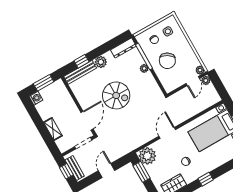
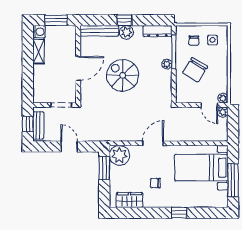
window: (81, 61) -> (124, 20), moved
door: (193, 81) -> (209, 105), hinge flipped
spiral stairs: (116, 95) -> (123, 75), turned 180
door: (87, 121) -> (78, 68), moved
shelving: (53, 129) -> (39, 51), moved
door: (107, 171) -> (69, 146), hinge flipped
window: (206, 179) -> (179, 213), moved

